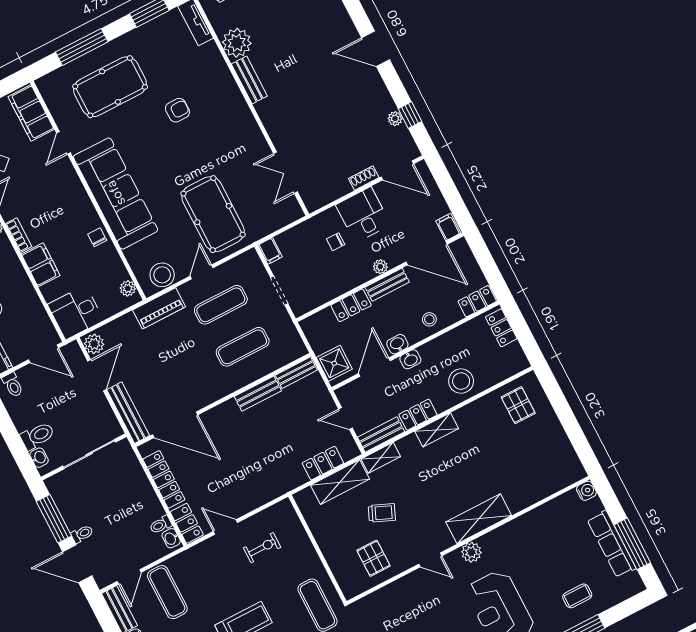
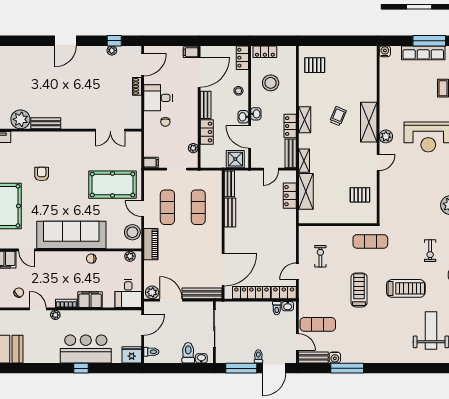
plant: (380, 267) -> (193, 148), moved
stool: (461, 381) -> (271, 83), moved
trolley: (382, 513) -> (338, 116), moved

